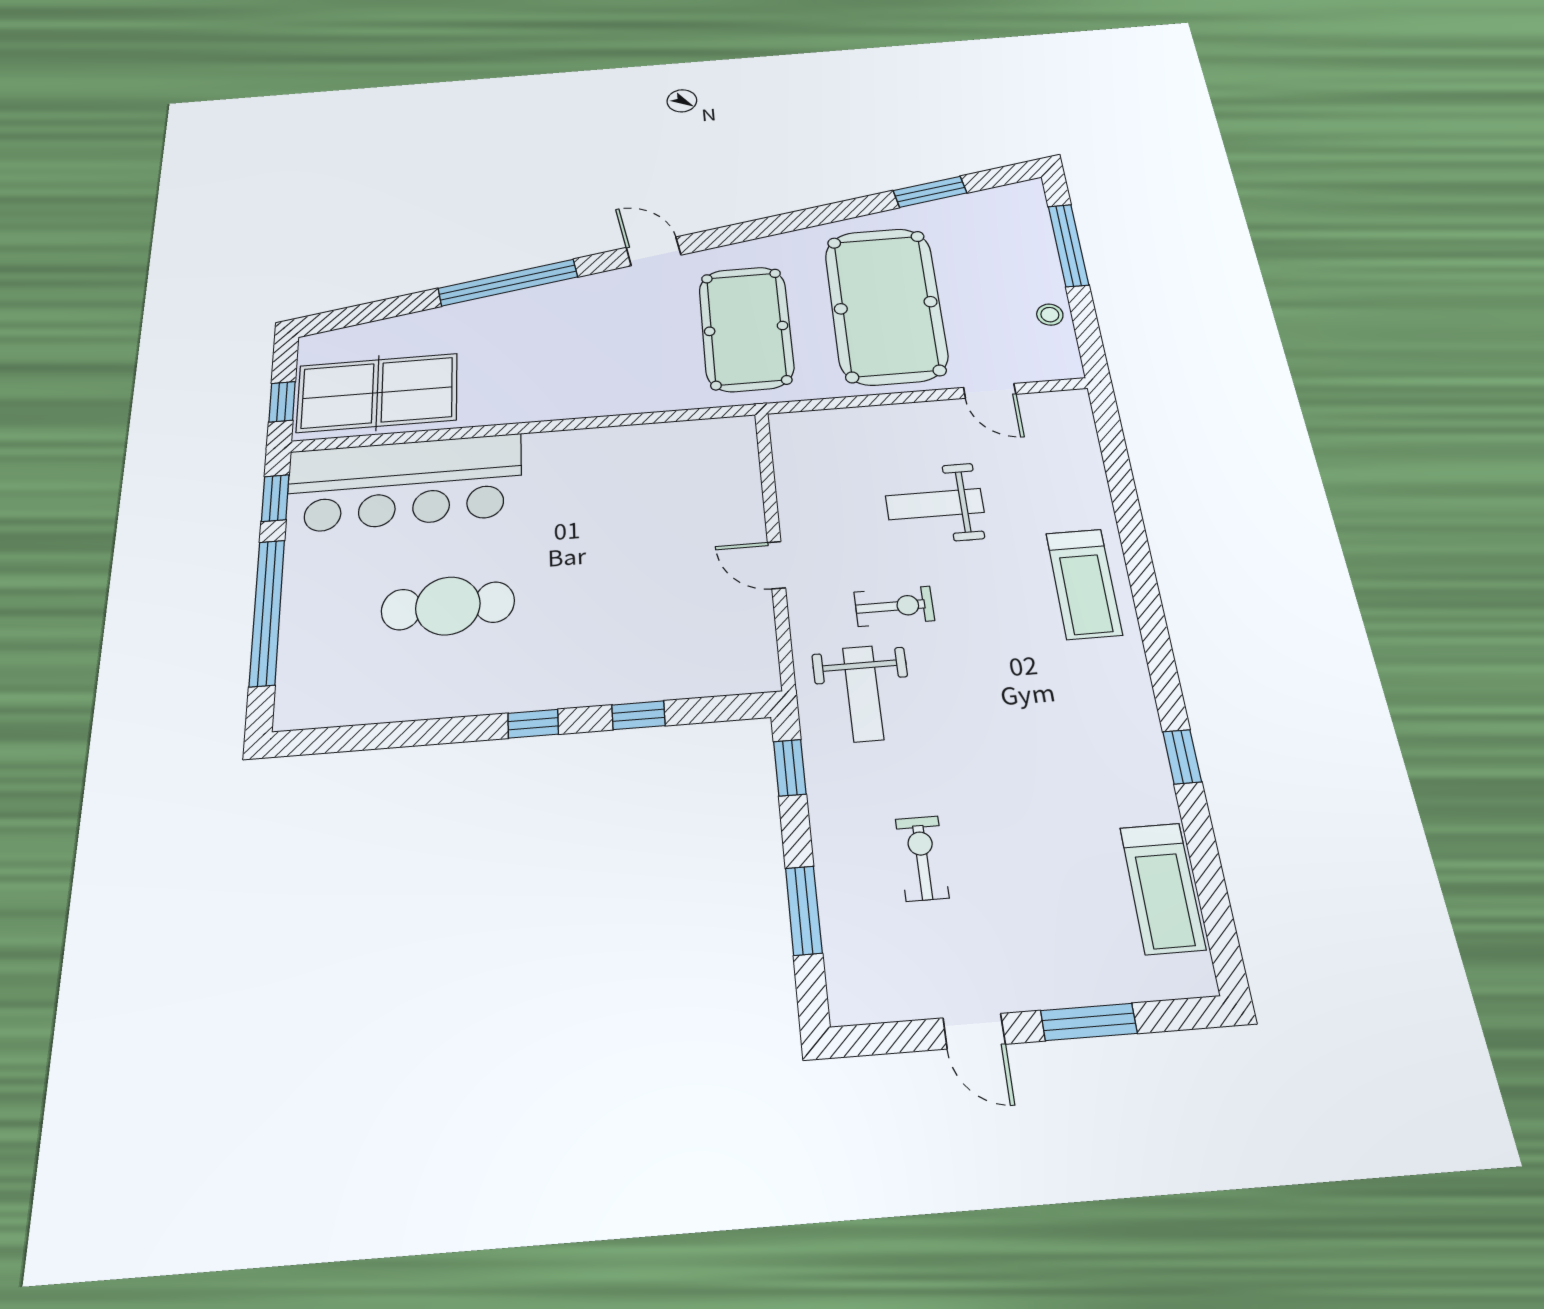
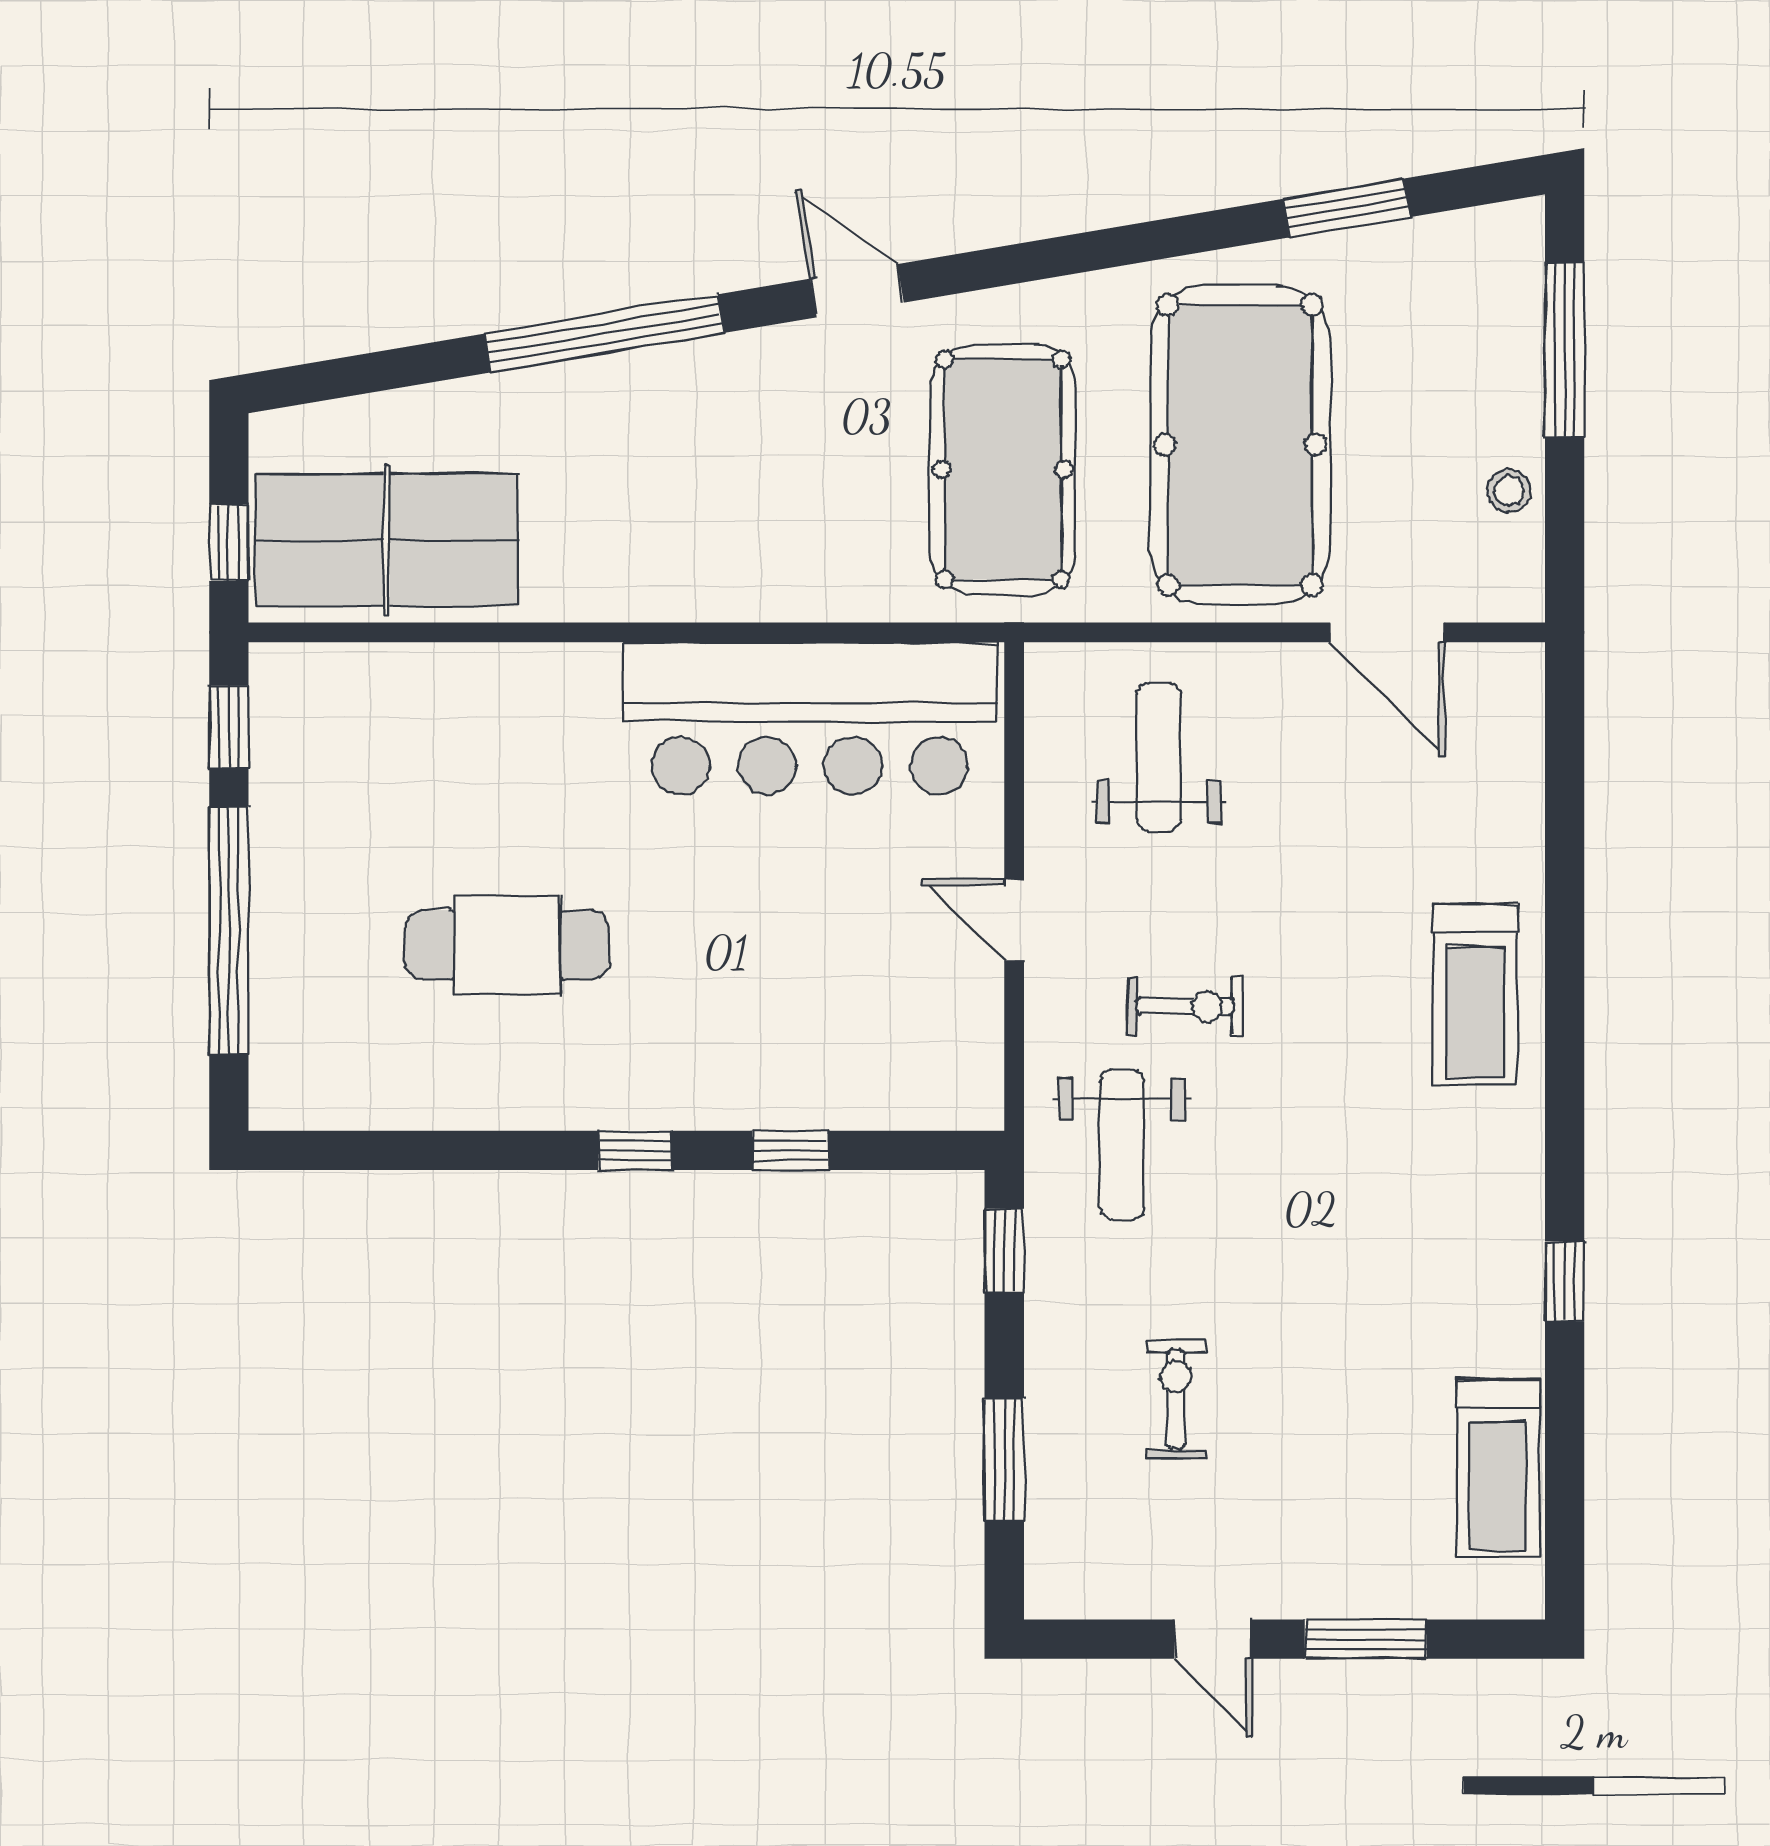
door: (990, 391) -> (1387, 632), width x1.38
bar counter: (405, 483) -> (810, 718), moved
weight bench: (935, 504) -> (1159, 757), moved, turned 90

